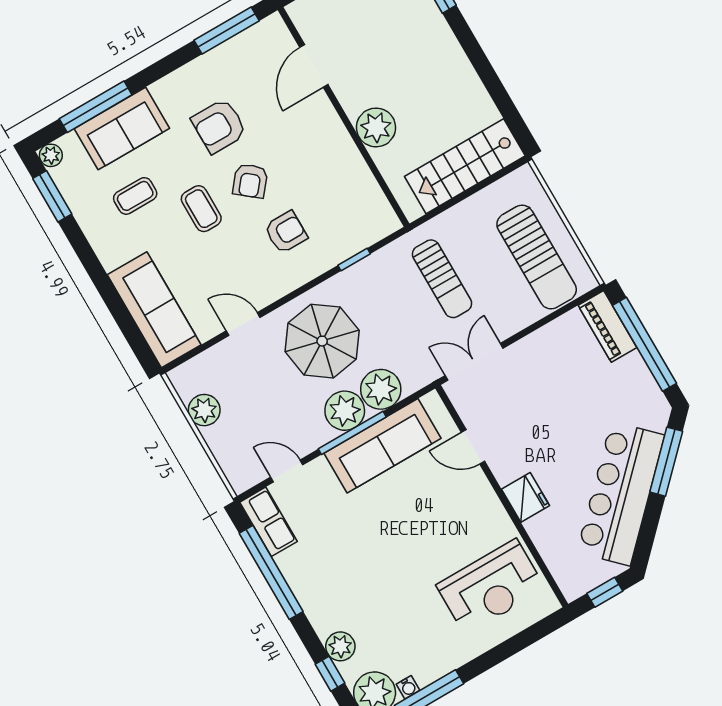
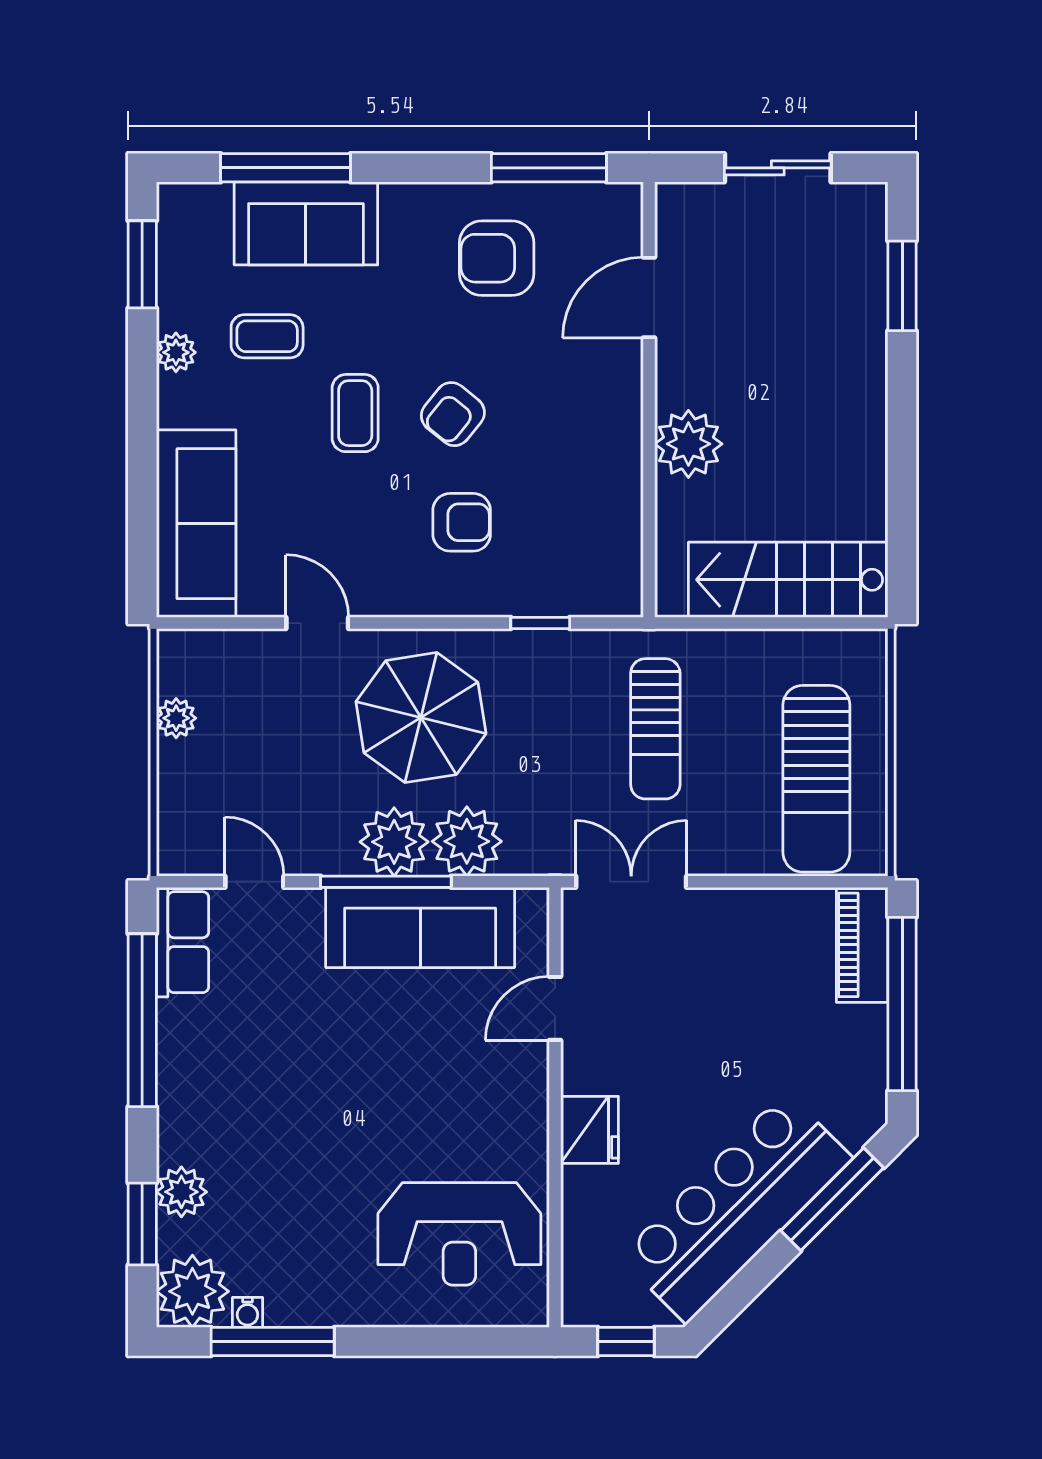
armchair: (219, 126) -> (497, 258), moved
plant: (51, 155) -> (176, 352), moved
plant: (204, 410) -> (176, 718), width x0.73, depth x0.73
door: (473, 447) -> (555, 1008), hinge flipped
window: (330, 674) -> (142, 1224), width x1.50

